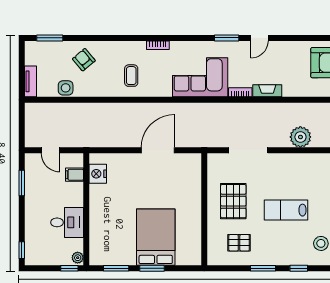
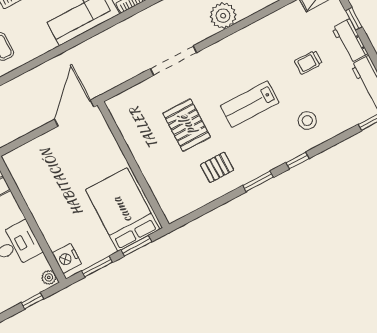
nightstand: (98, 174) -> (67, 258), moved
wall: (204, 209) -> (133, 165), moved
window: (69, 268) -> (33, 301), moved

